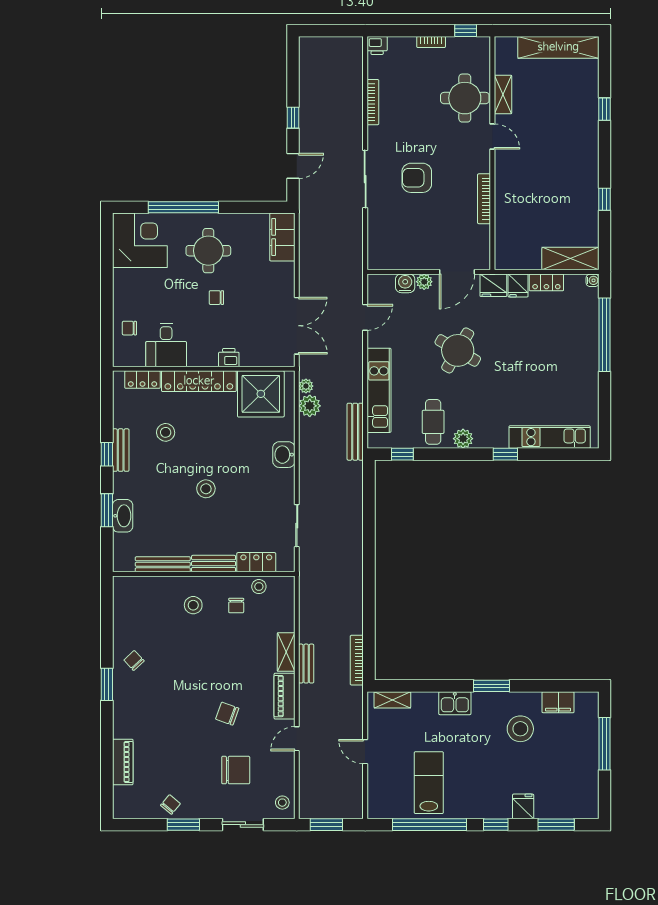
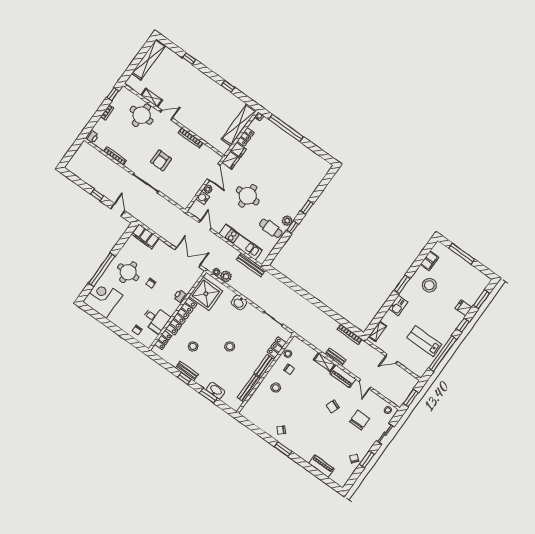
shelving: (570, 259) -> (239, 125), width x1.47
round table: (458, 350) -> (248, 196), turned -30
kitchen unit: (550, 437) -> (313, 183), removed
window: (402, 454) -> (293, 227), moved

